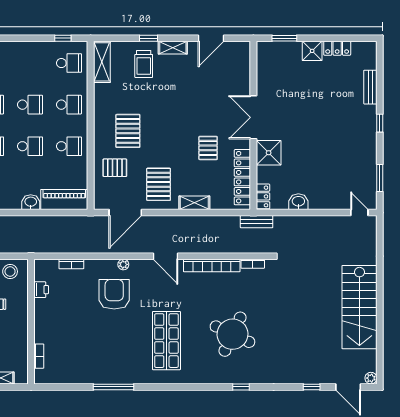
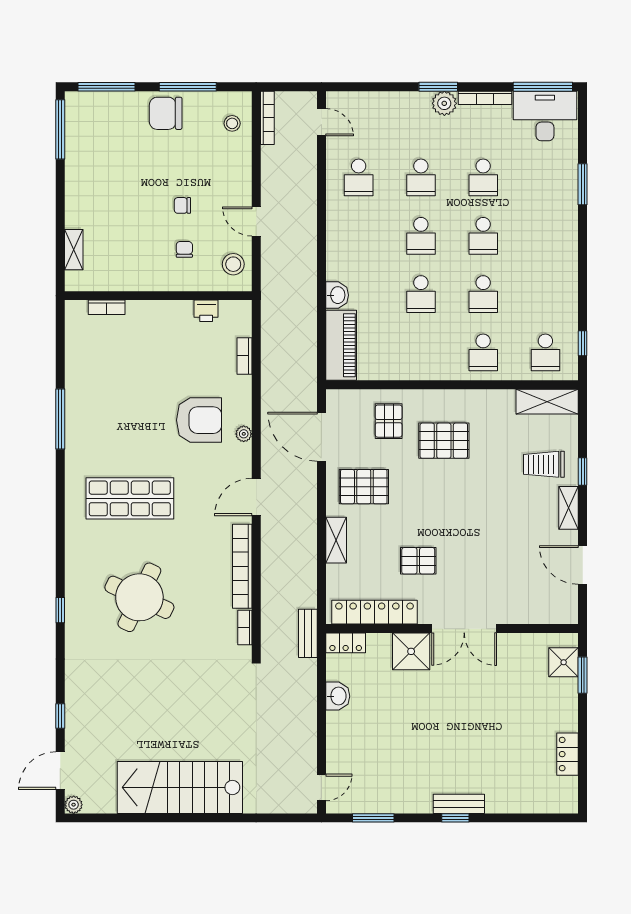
shower: (312, 51) -> (564, 662), moved
bench: (370, 87) -> (459, 804), moved
double door: (253, 117) -> (464, 629), swing flipped
school desk: (69, 146) -> (421, 352), removed

